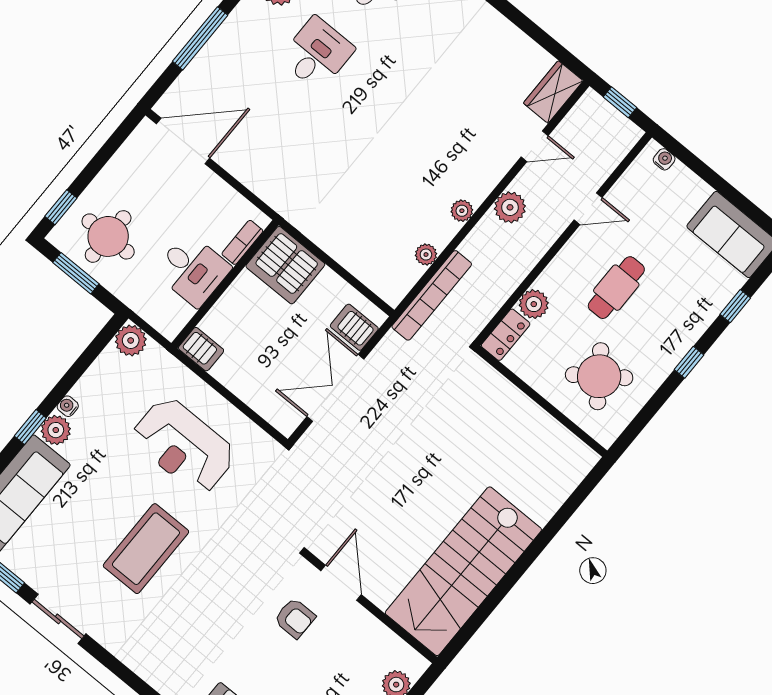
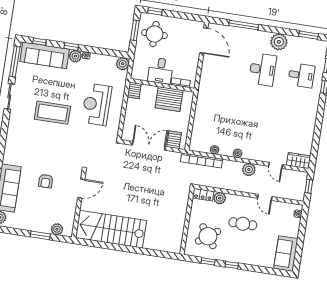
desk: (317, 54) -> (263, 69), width x1.37
server rack: (285, 265) -> (169, 99), moved, turned -90
window: (735, 306) -> (208, 261), moved
armchair: (295, 618) -> (46, 181), moved

